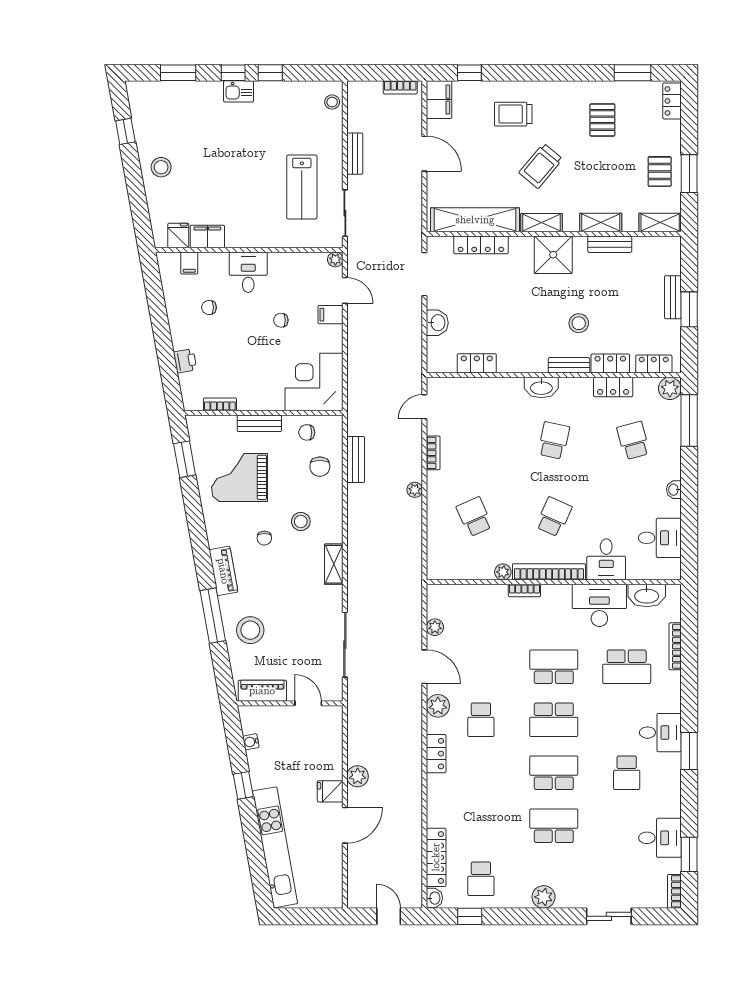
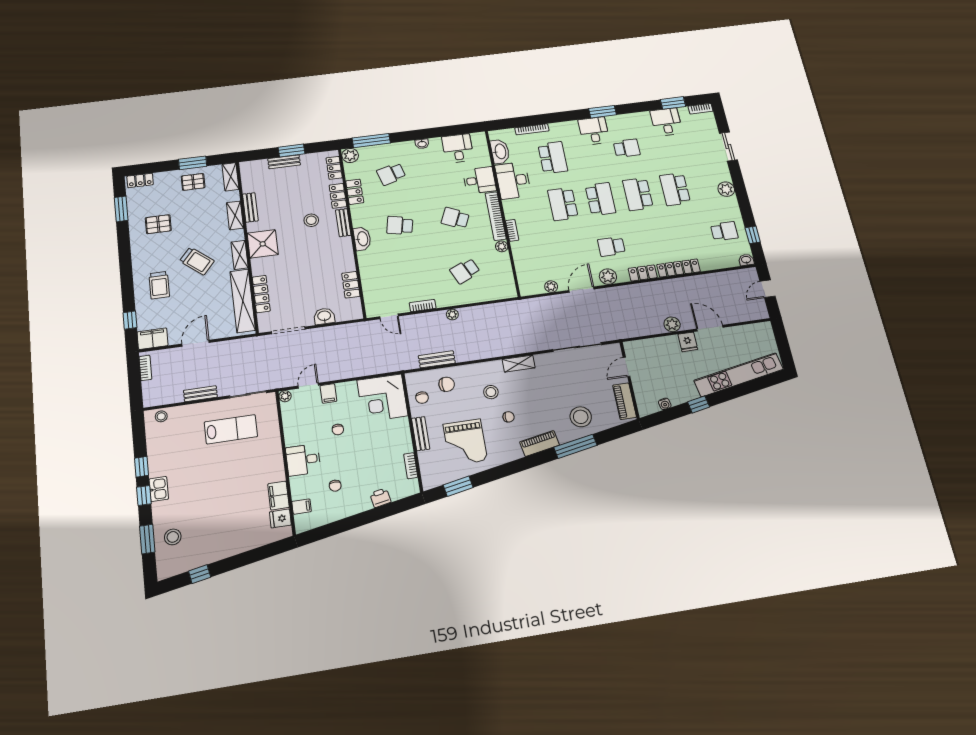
stool: (161, 167) -> (173, 537), moved
school desk: (481, 720) -> (611, 247), turned 180
locker: (436, 857) -> (679, 268), moved

